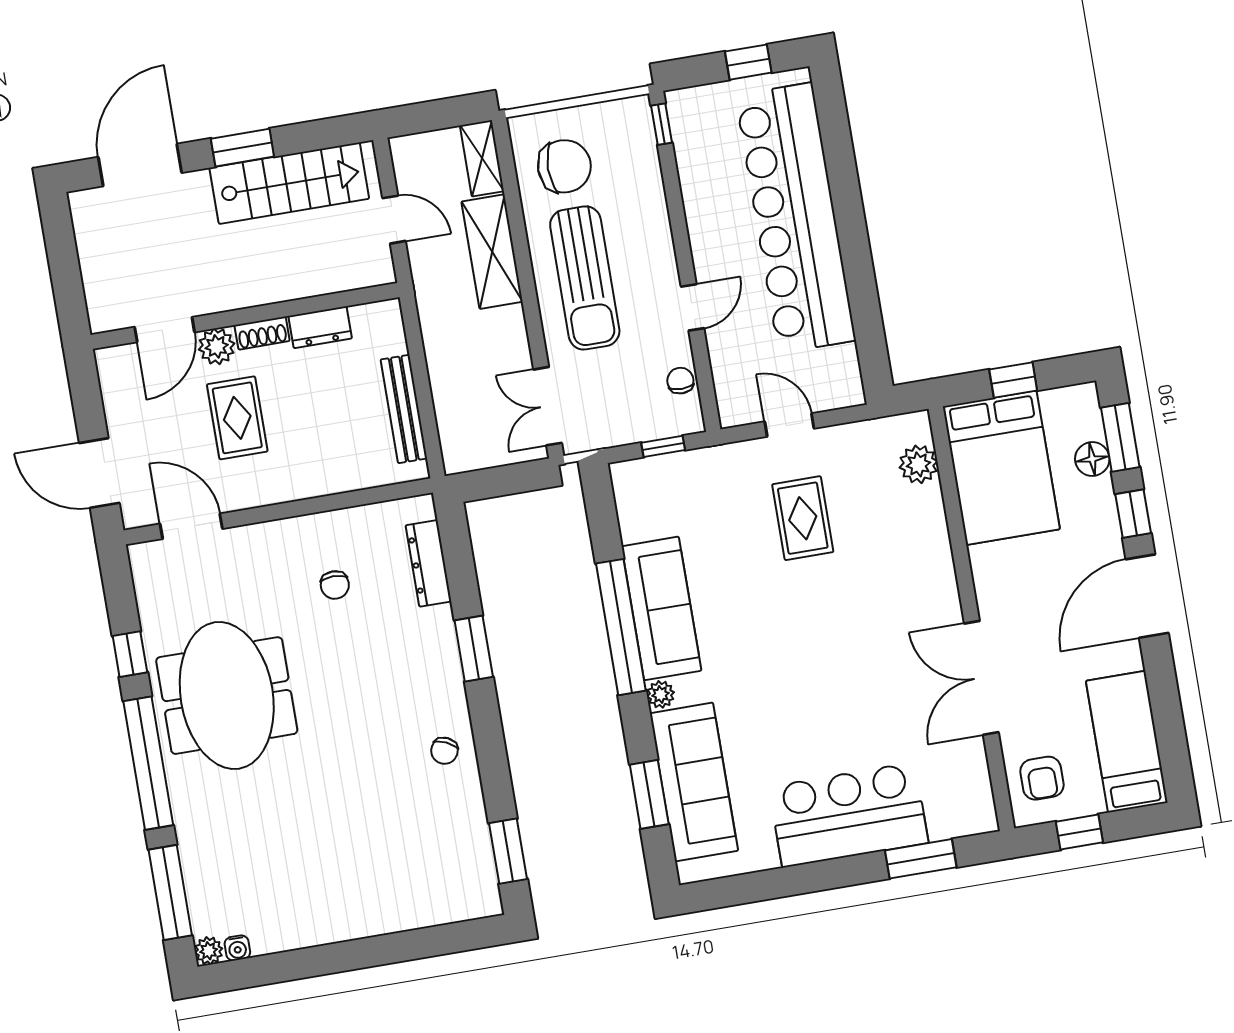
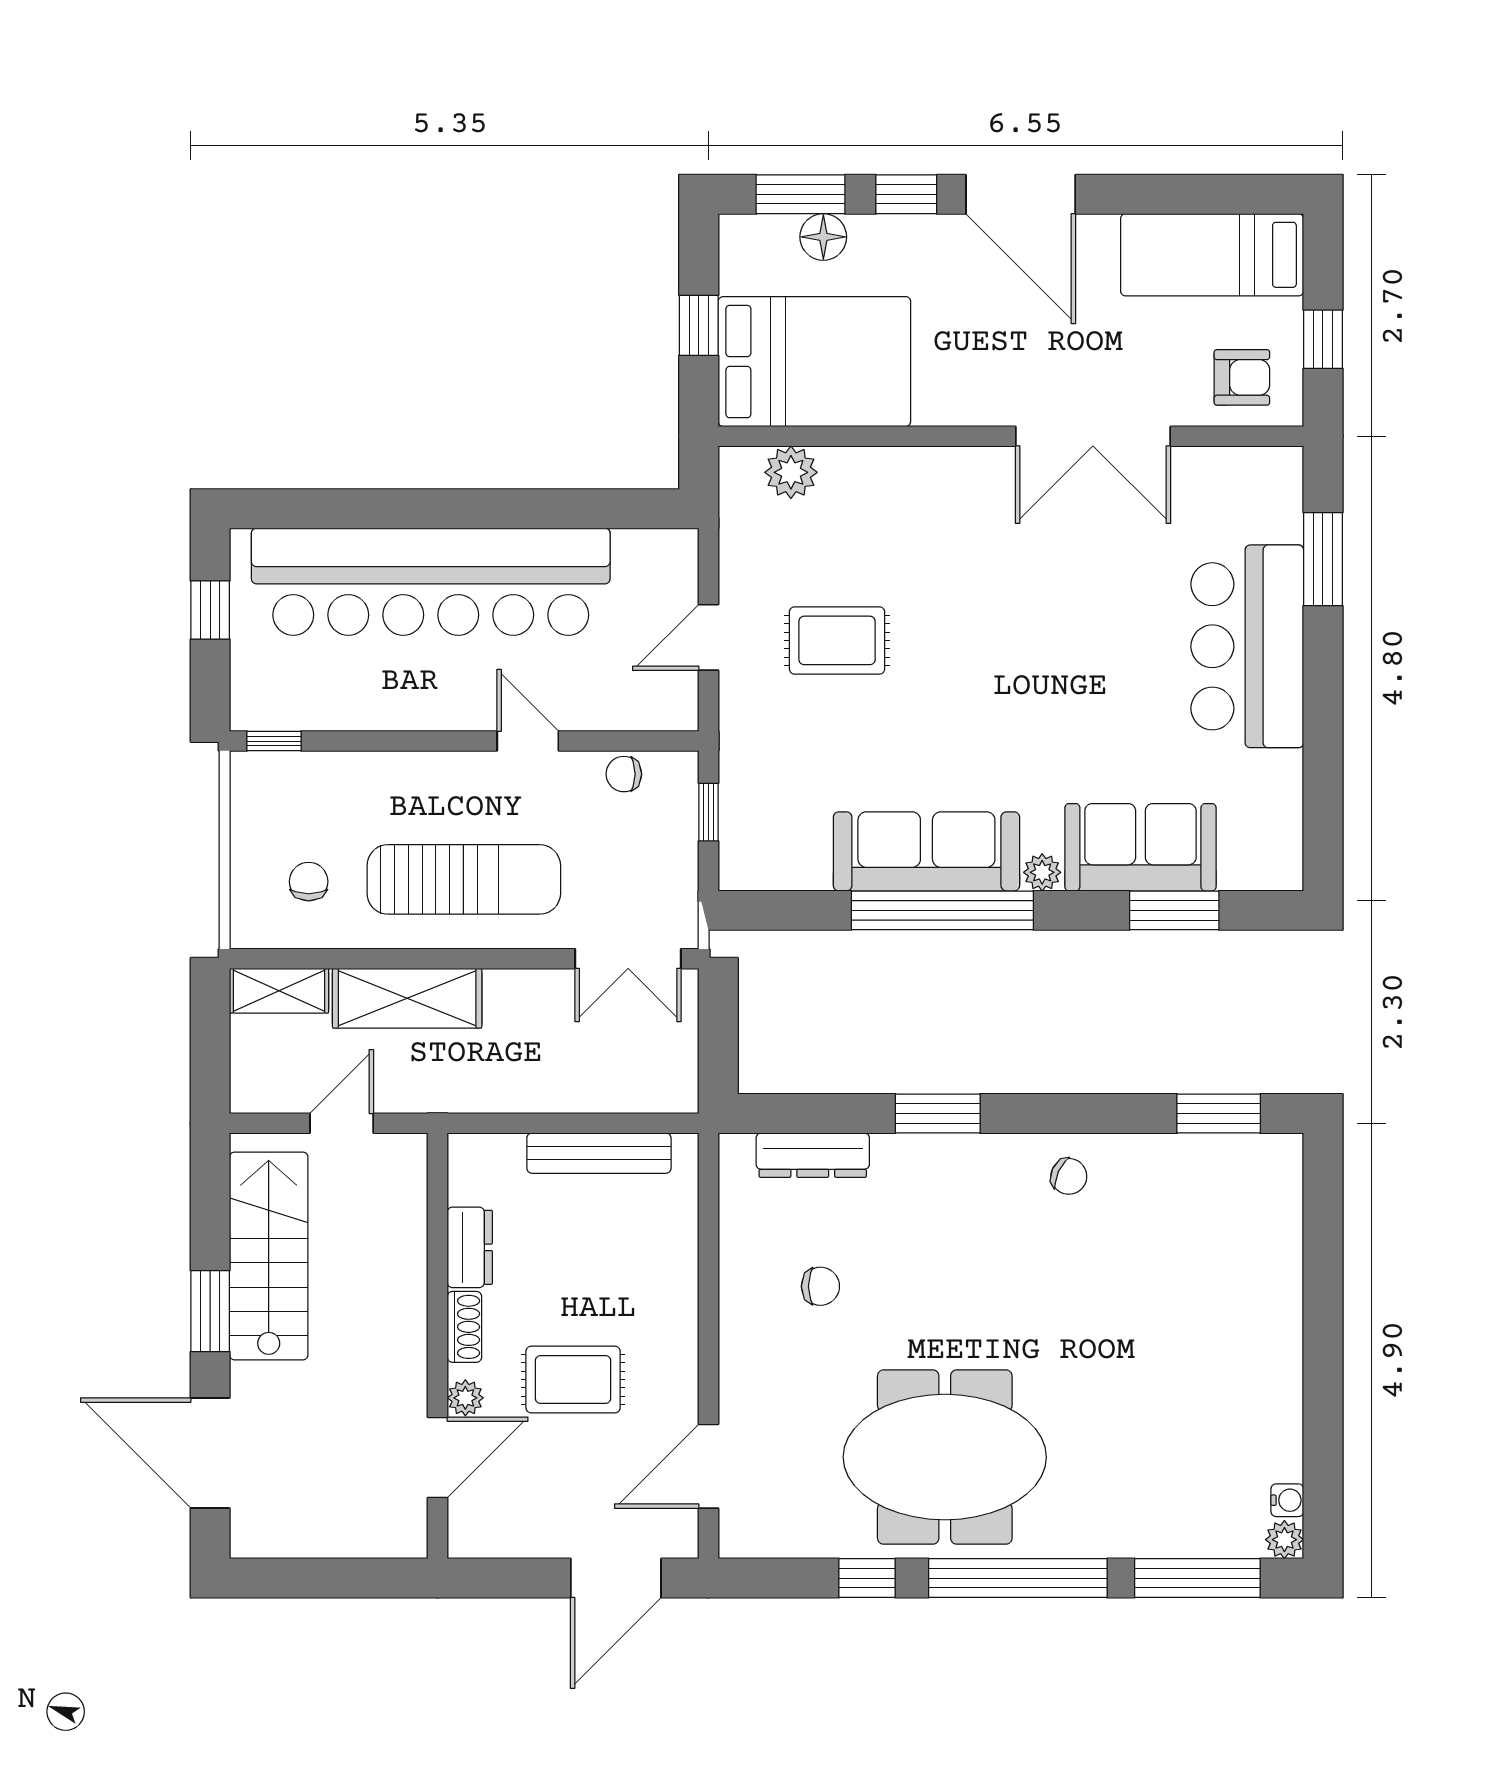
chair: (564, 166) -> (309, 882), width x0.54, depth x0.54
door: (165, 330) -> (438, 1457), hinge flipped
plant: (217, 346) -> (465, 1398), width x0.73, depth x0.73
sofa: (694, 782) -> (1140, 847), width x0.73

